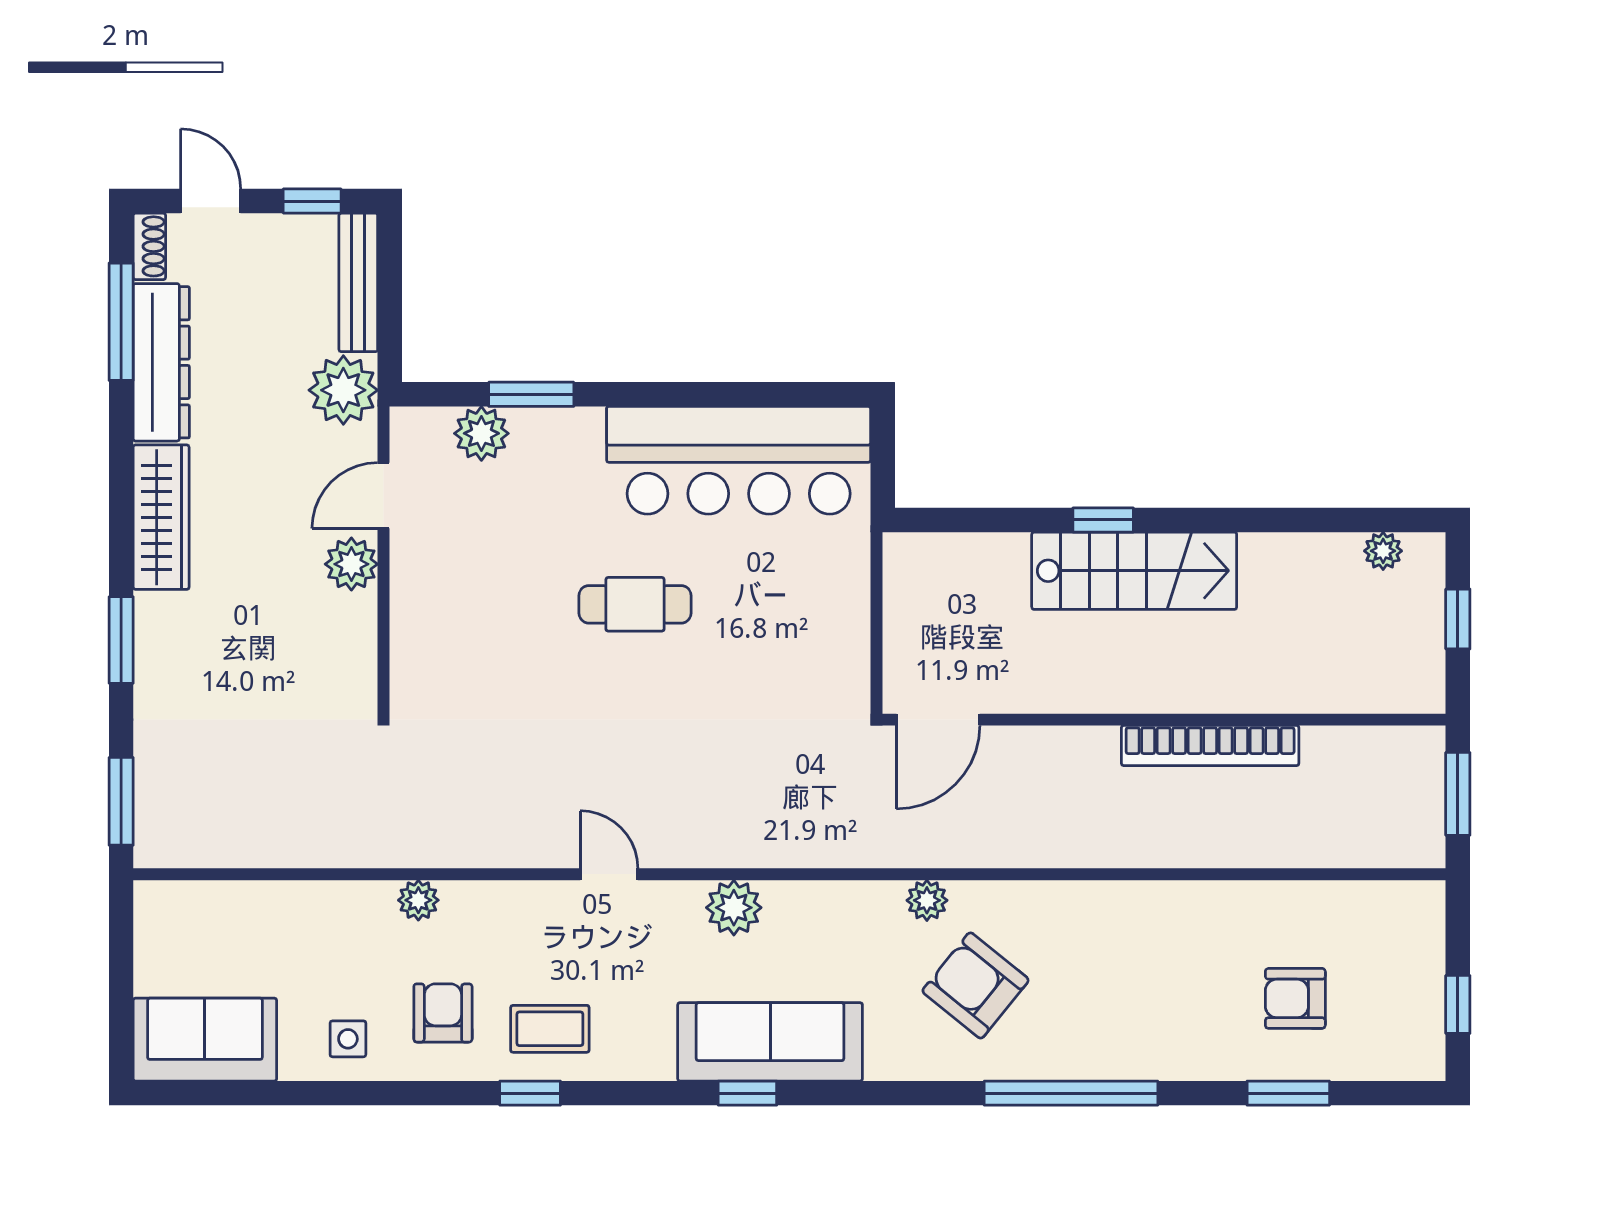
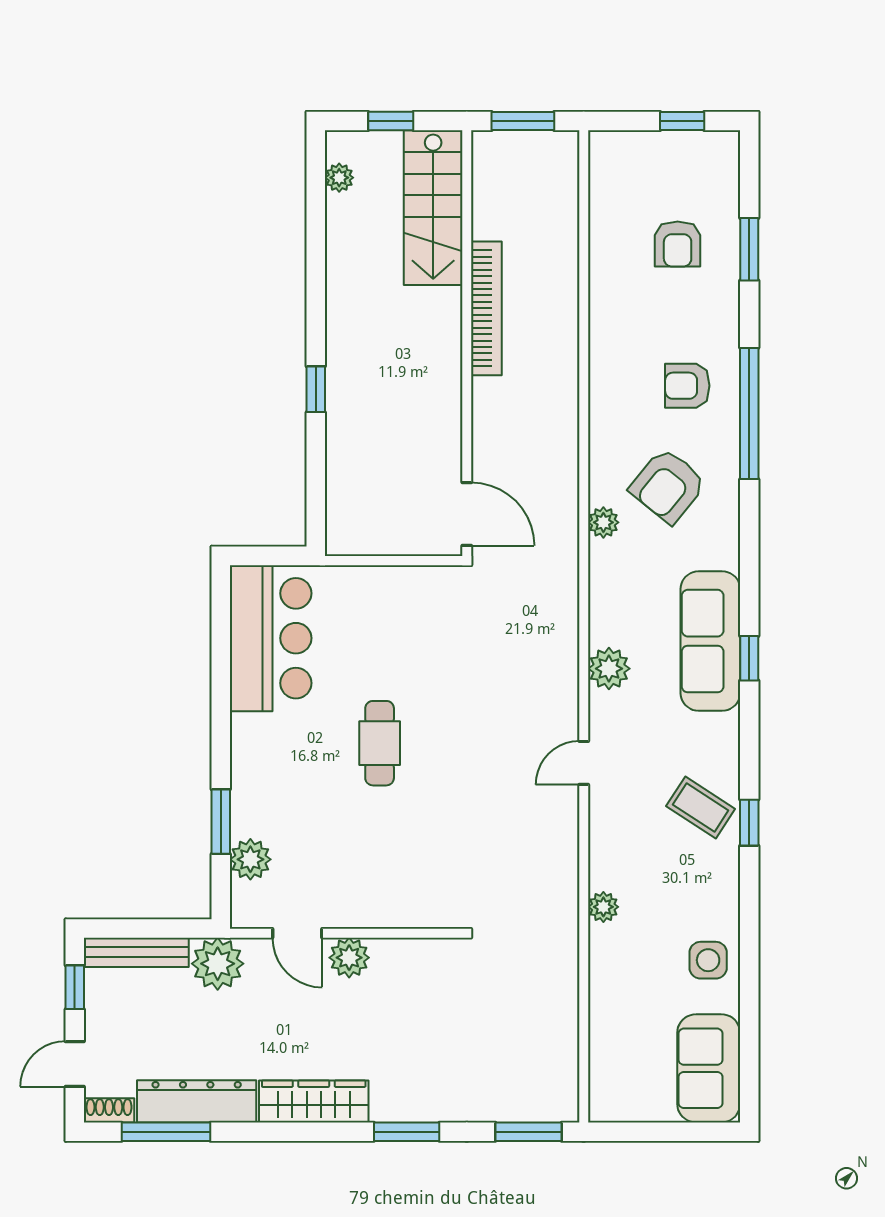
bar counter: (739, 460) -> (271, 638), width x0.73
stairs: (1134, 571) -> (433, 208), moved, turned 180
armchair: (443, 1013) -> (687, 386), moved
coffee table: (550, 1029) -> (701, 808), turned -57
side table: (348, 1039) -> (708, 960), width x1.37, depth x1.37

